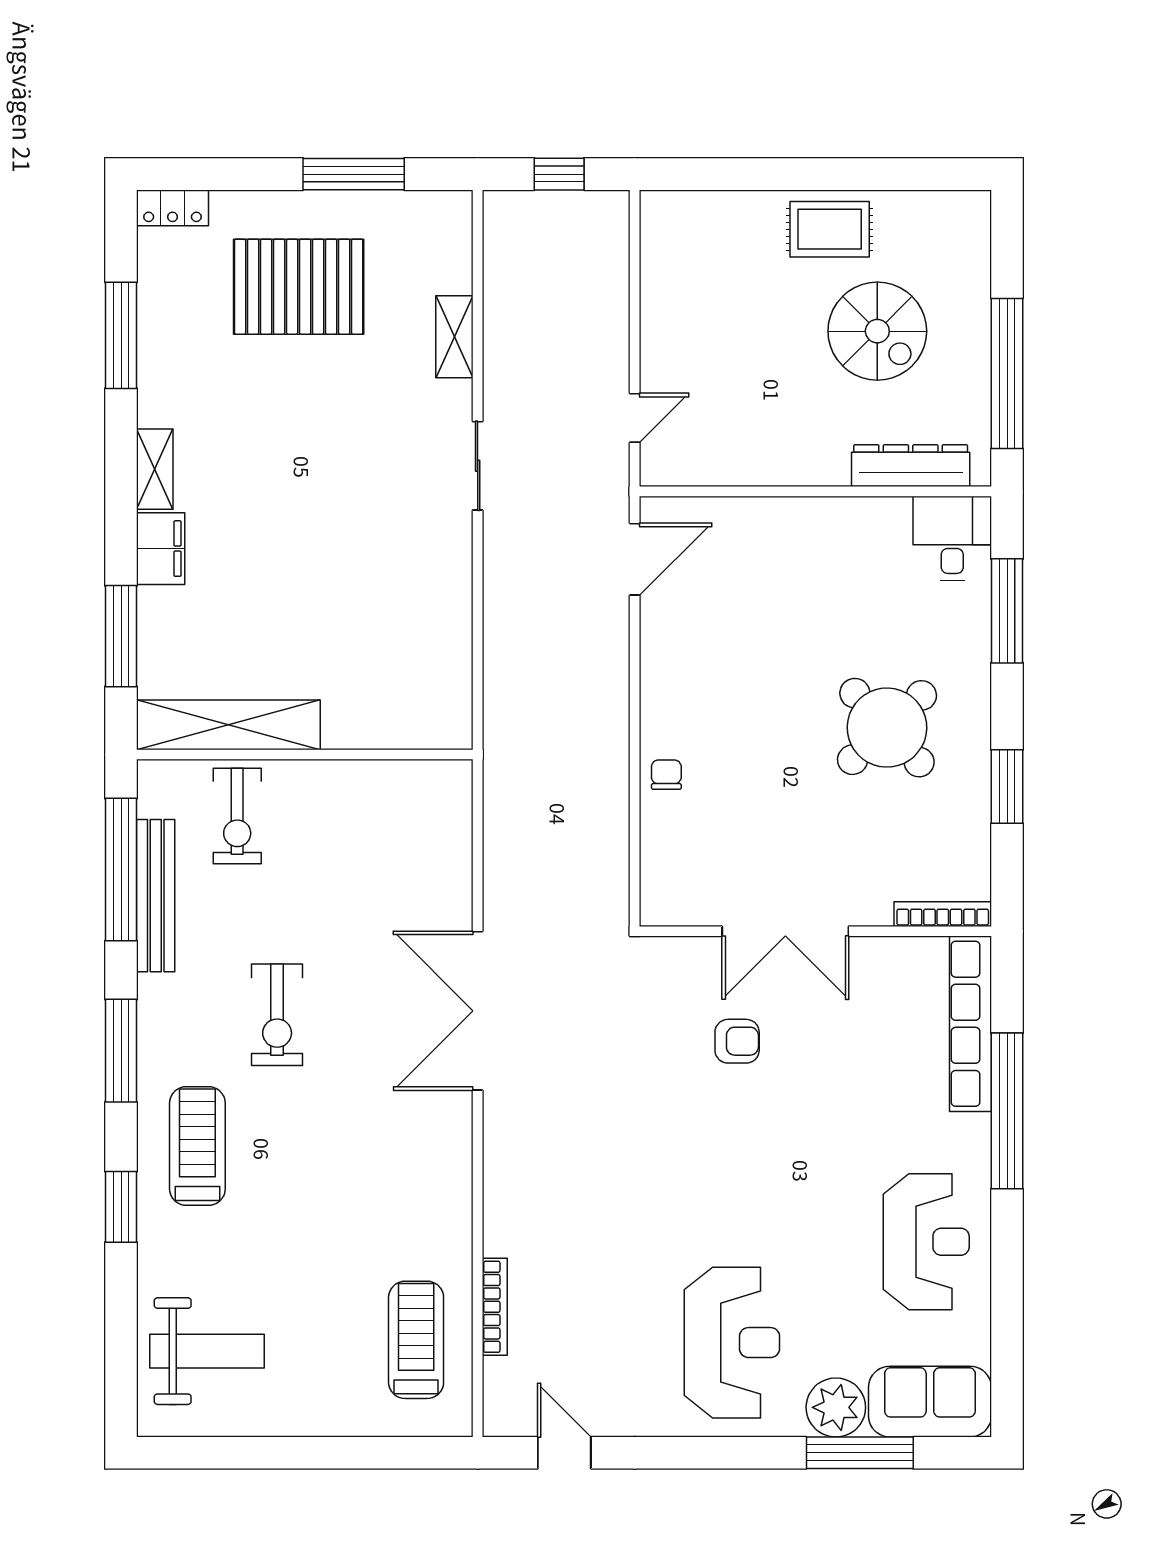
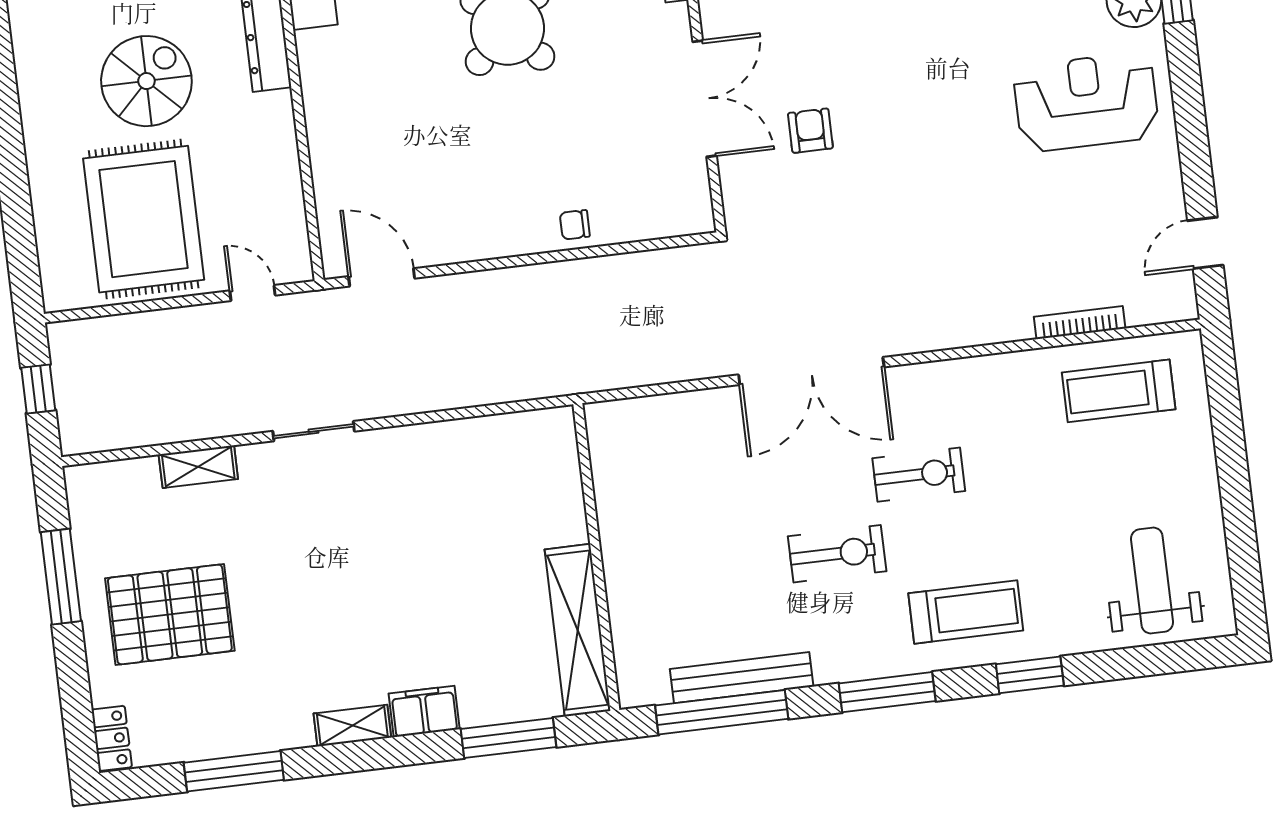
rug: (830, 229) -> (144, 219), moved, width x1.86, depth x2.06
pallet: (299, 287) -> (170, 614), turned 90
exercise bike: (237, 816) -> (919, 475), moved
treadmill: (197, 1146) -> (966, 612), turned 180

